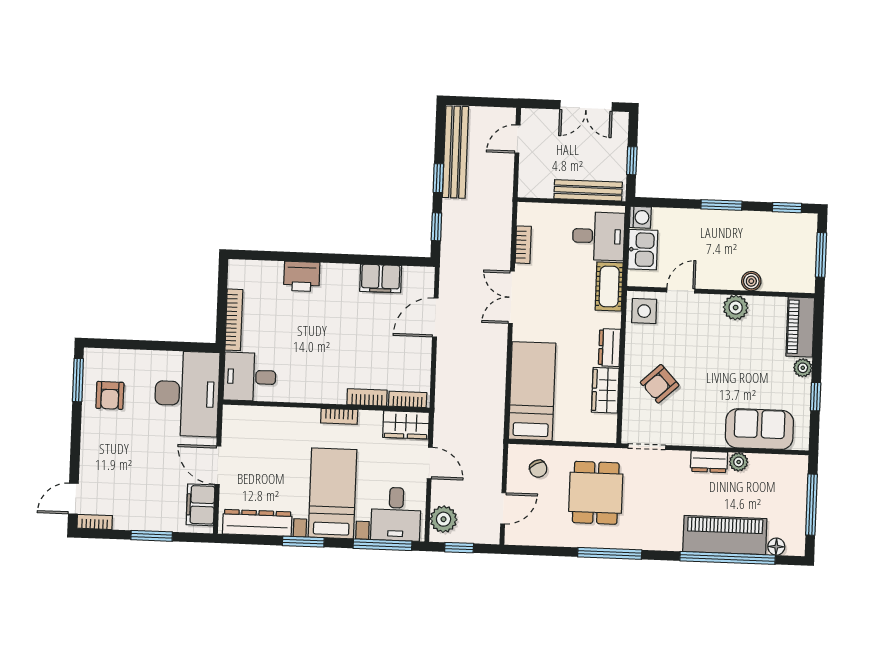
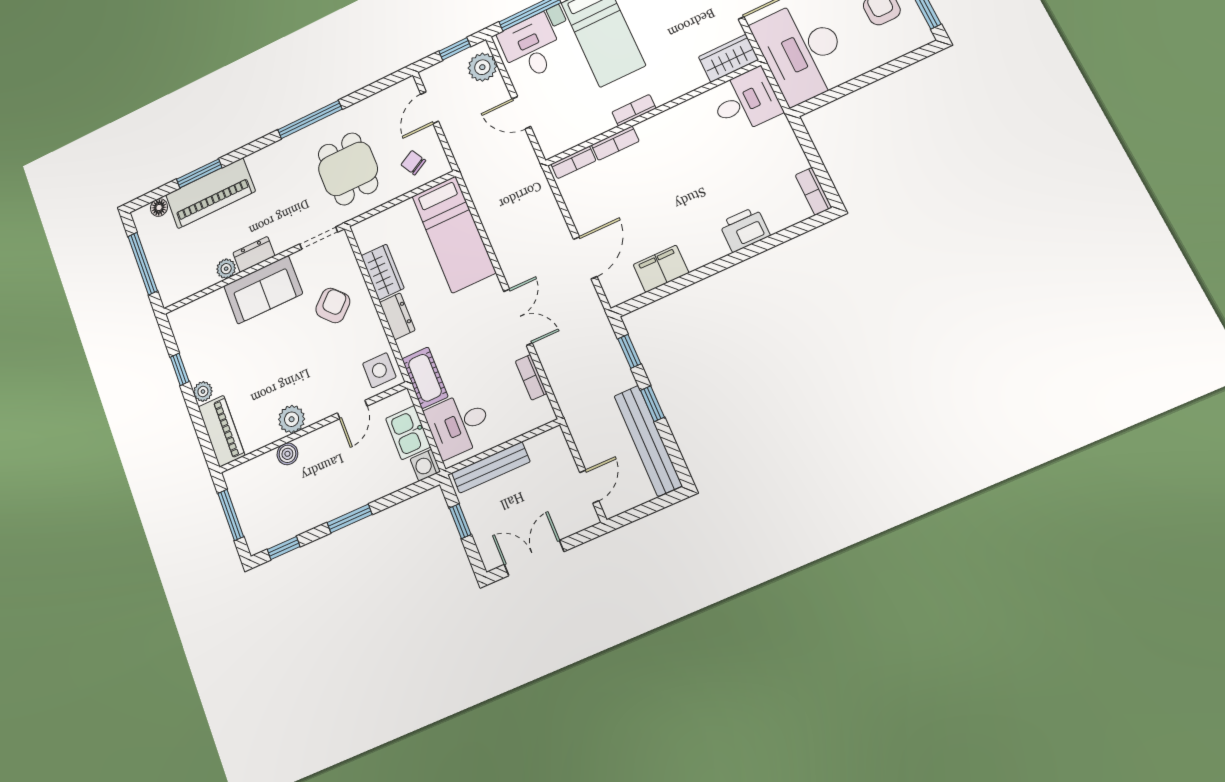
bookcase: (234, 320) -> (813, 191), moved, width x0.64
wardrobe: (406, 425) -> (728, 58), moved
sofa: (759, 429) -> (263, 290), moved
window: (728, 558) -> (199, 173), width x0.47

